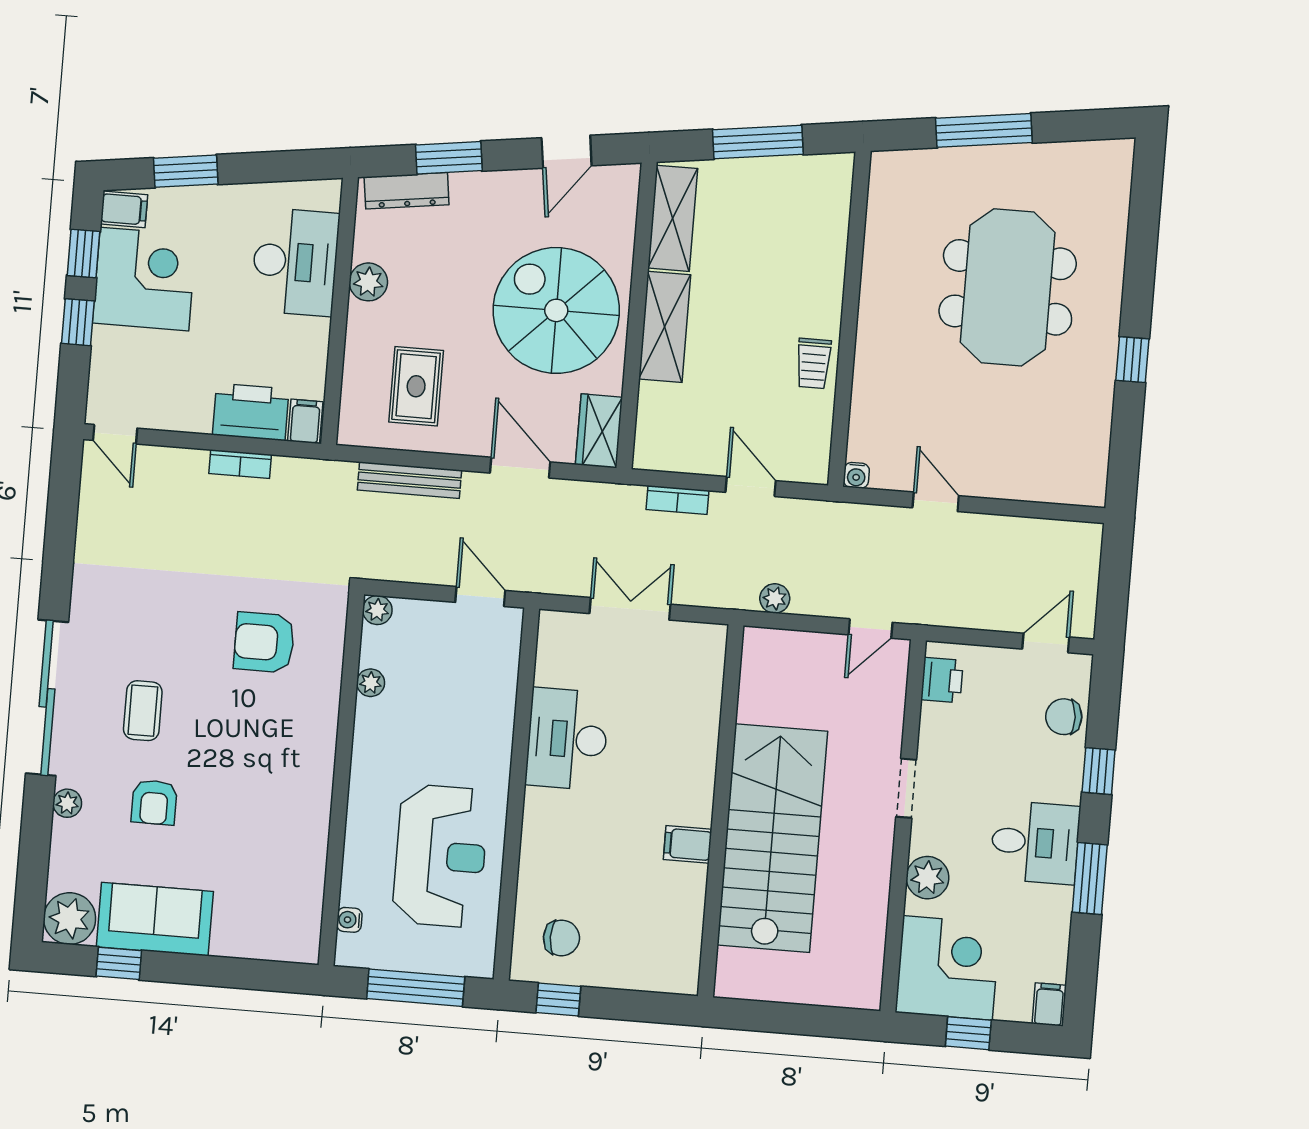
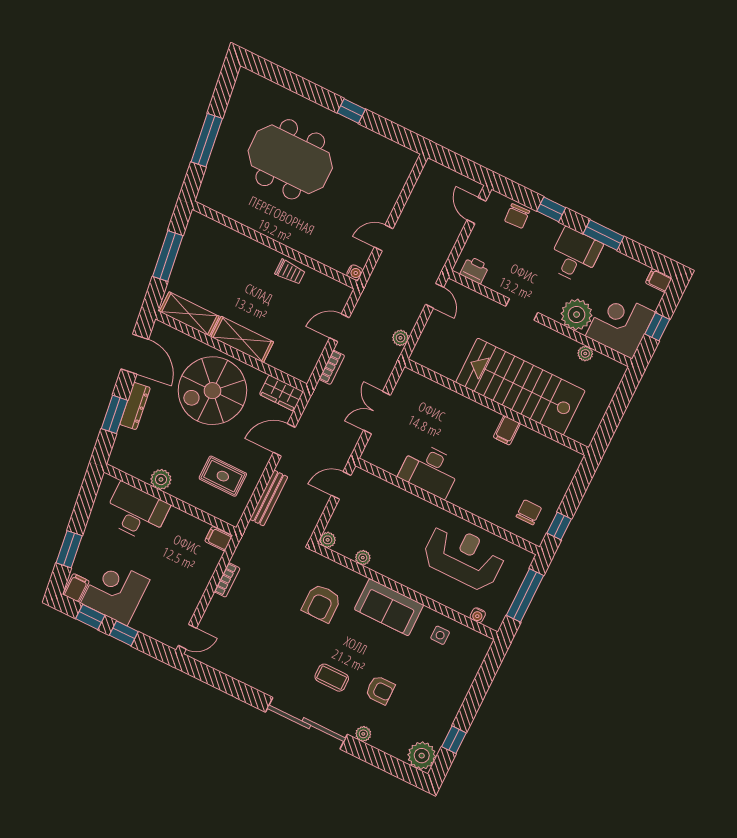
door: (567, 152) -> (135, 354), width x1.38
dresser: (407, 191) -> (135, 406), moved
printer: (251, 412) -> (203, 564), removed
side table: (289, 869) -> (440, 635), added
plant: (927, 878) -> (577, 314), width x1.36, depth x1.36
sofa: (155, 919) -> (389, 607), moved, turned -90
plant: (873, 927) -> (585, 353), added

